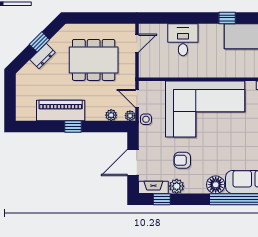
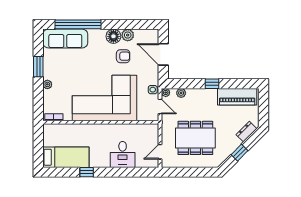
dresser: (43, 56) -> (246, 132), moved
piano: (61, 111) -> (237, 97), moved
door: (133, 162) -> (163, 54), swing flipped
floor lamp: (216, 185) -> (113, 36), moved
fireplace: (153, 187) -> (147, 34), removed
window: (162, 199) -> (140, 24), removed

